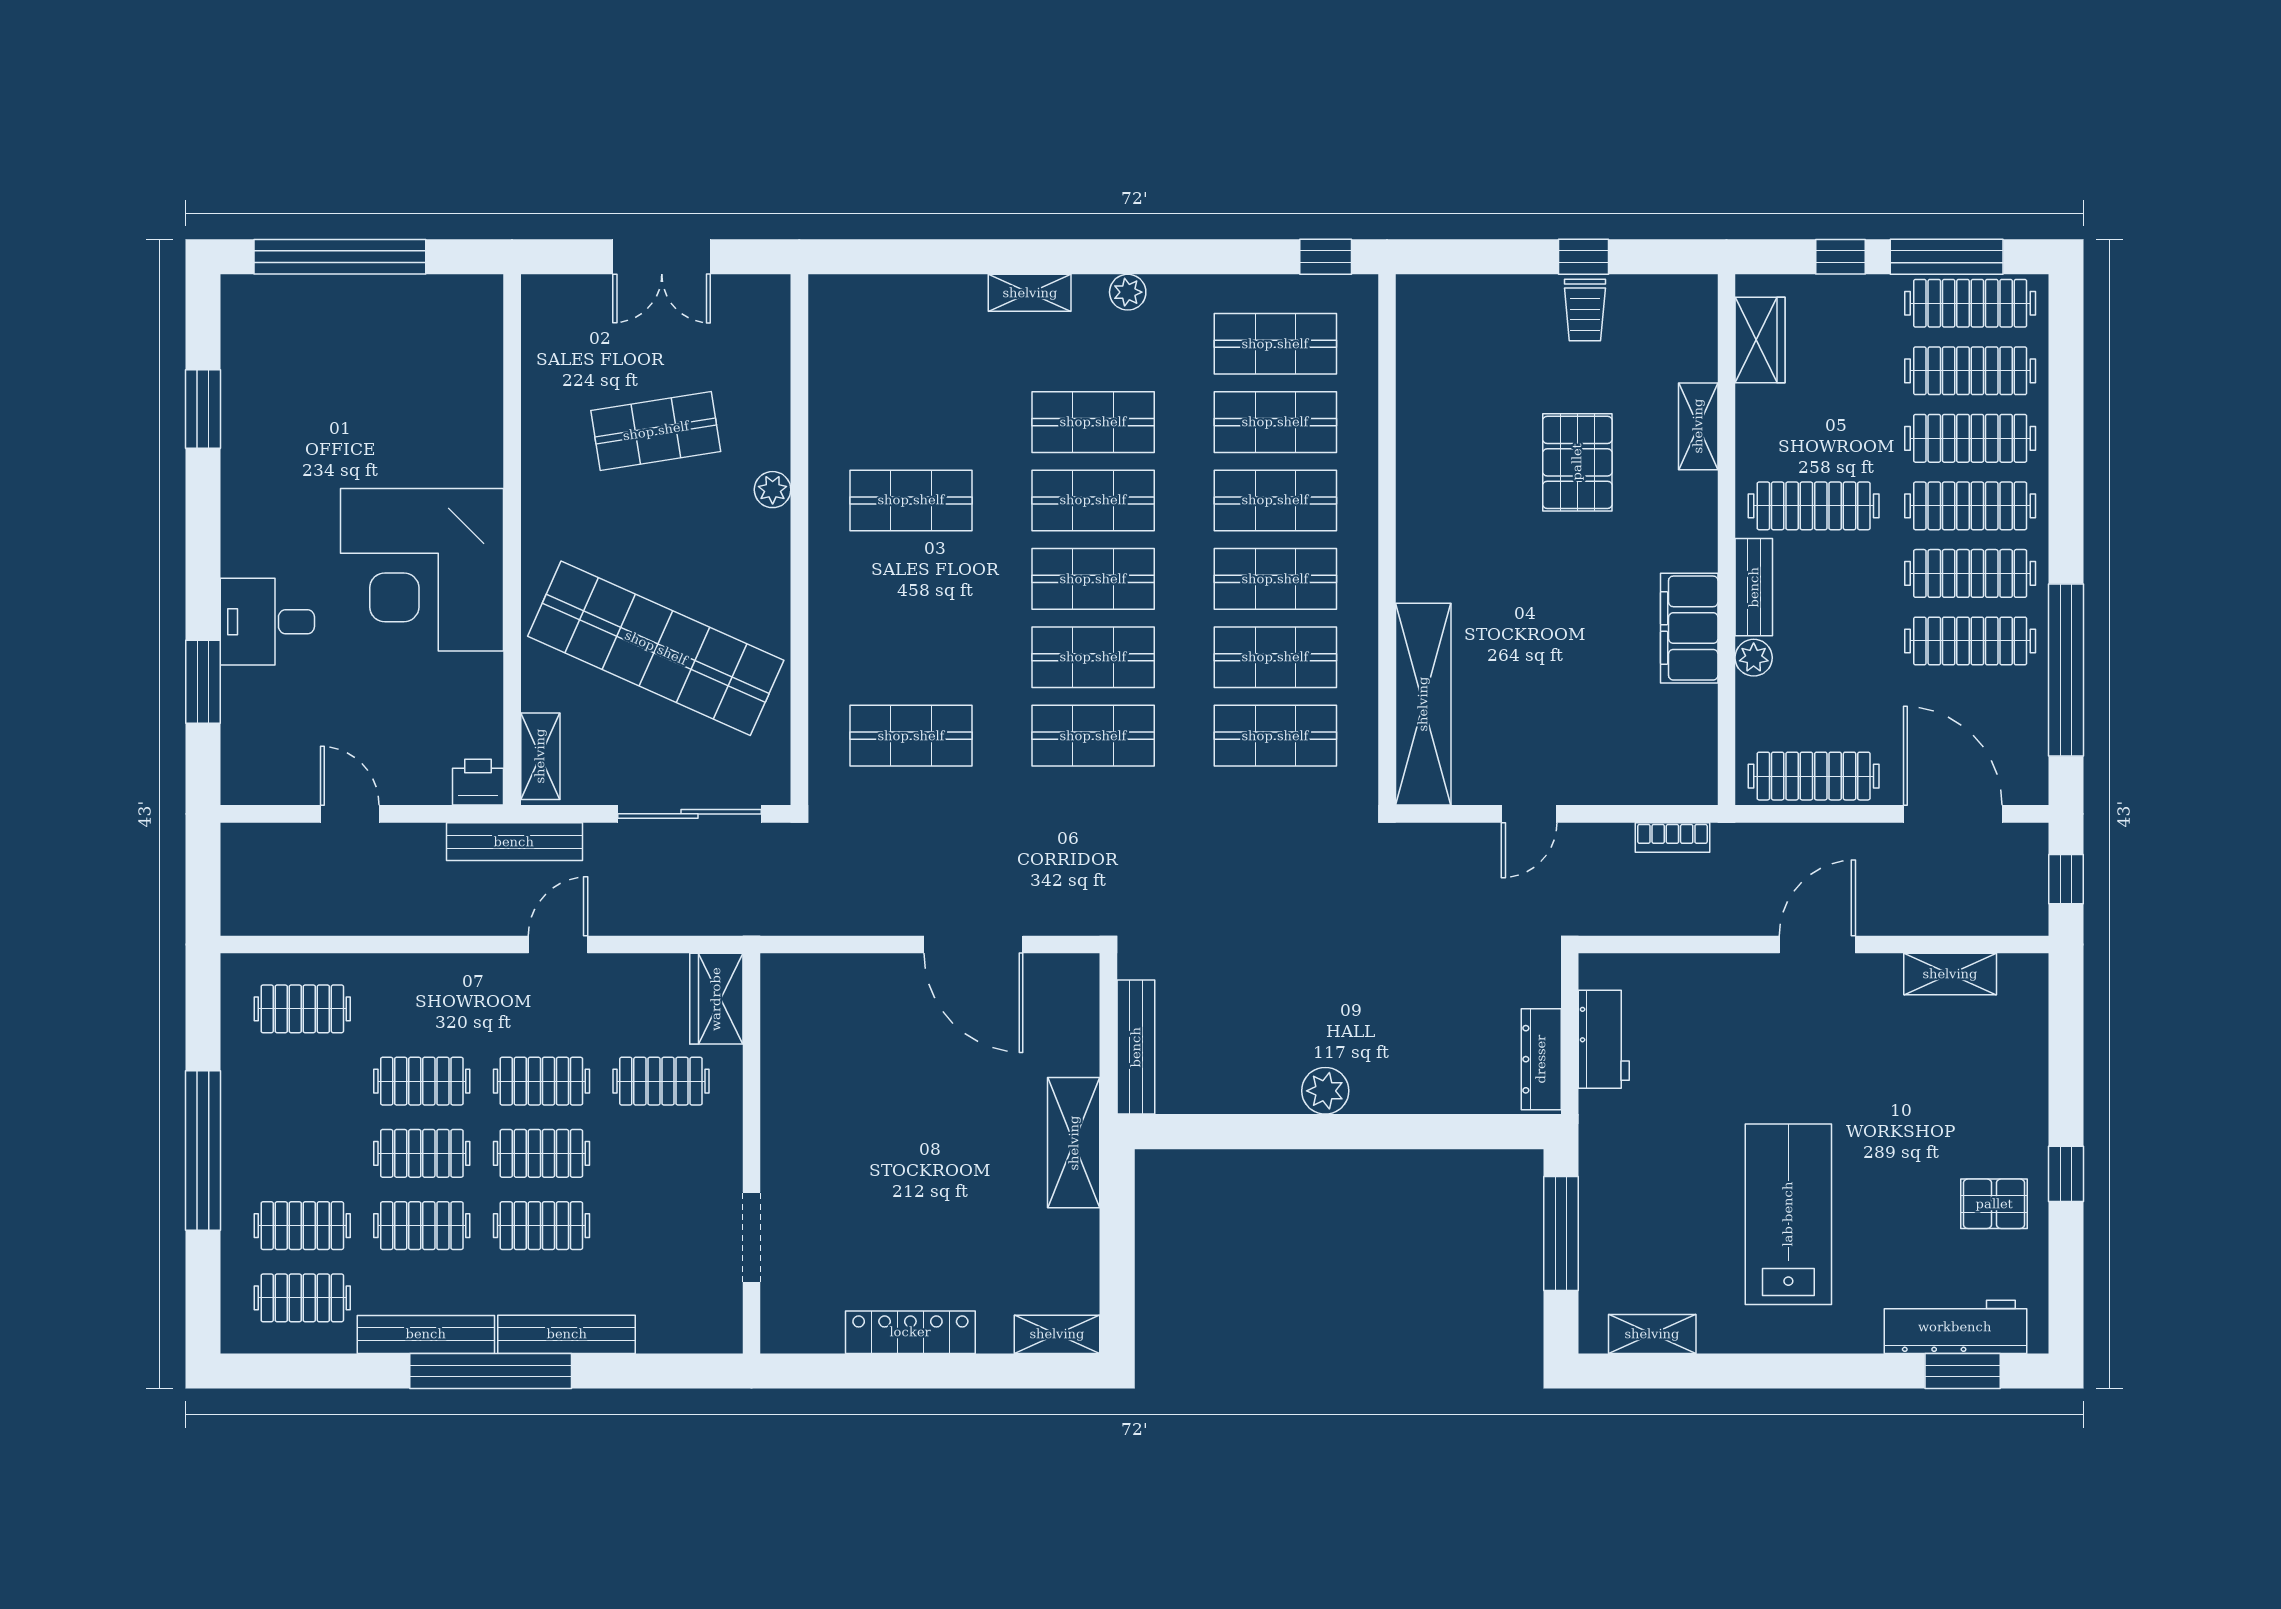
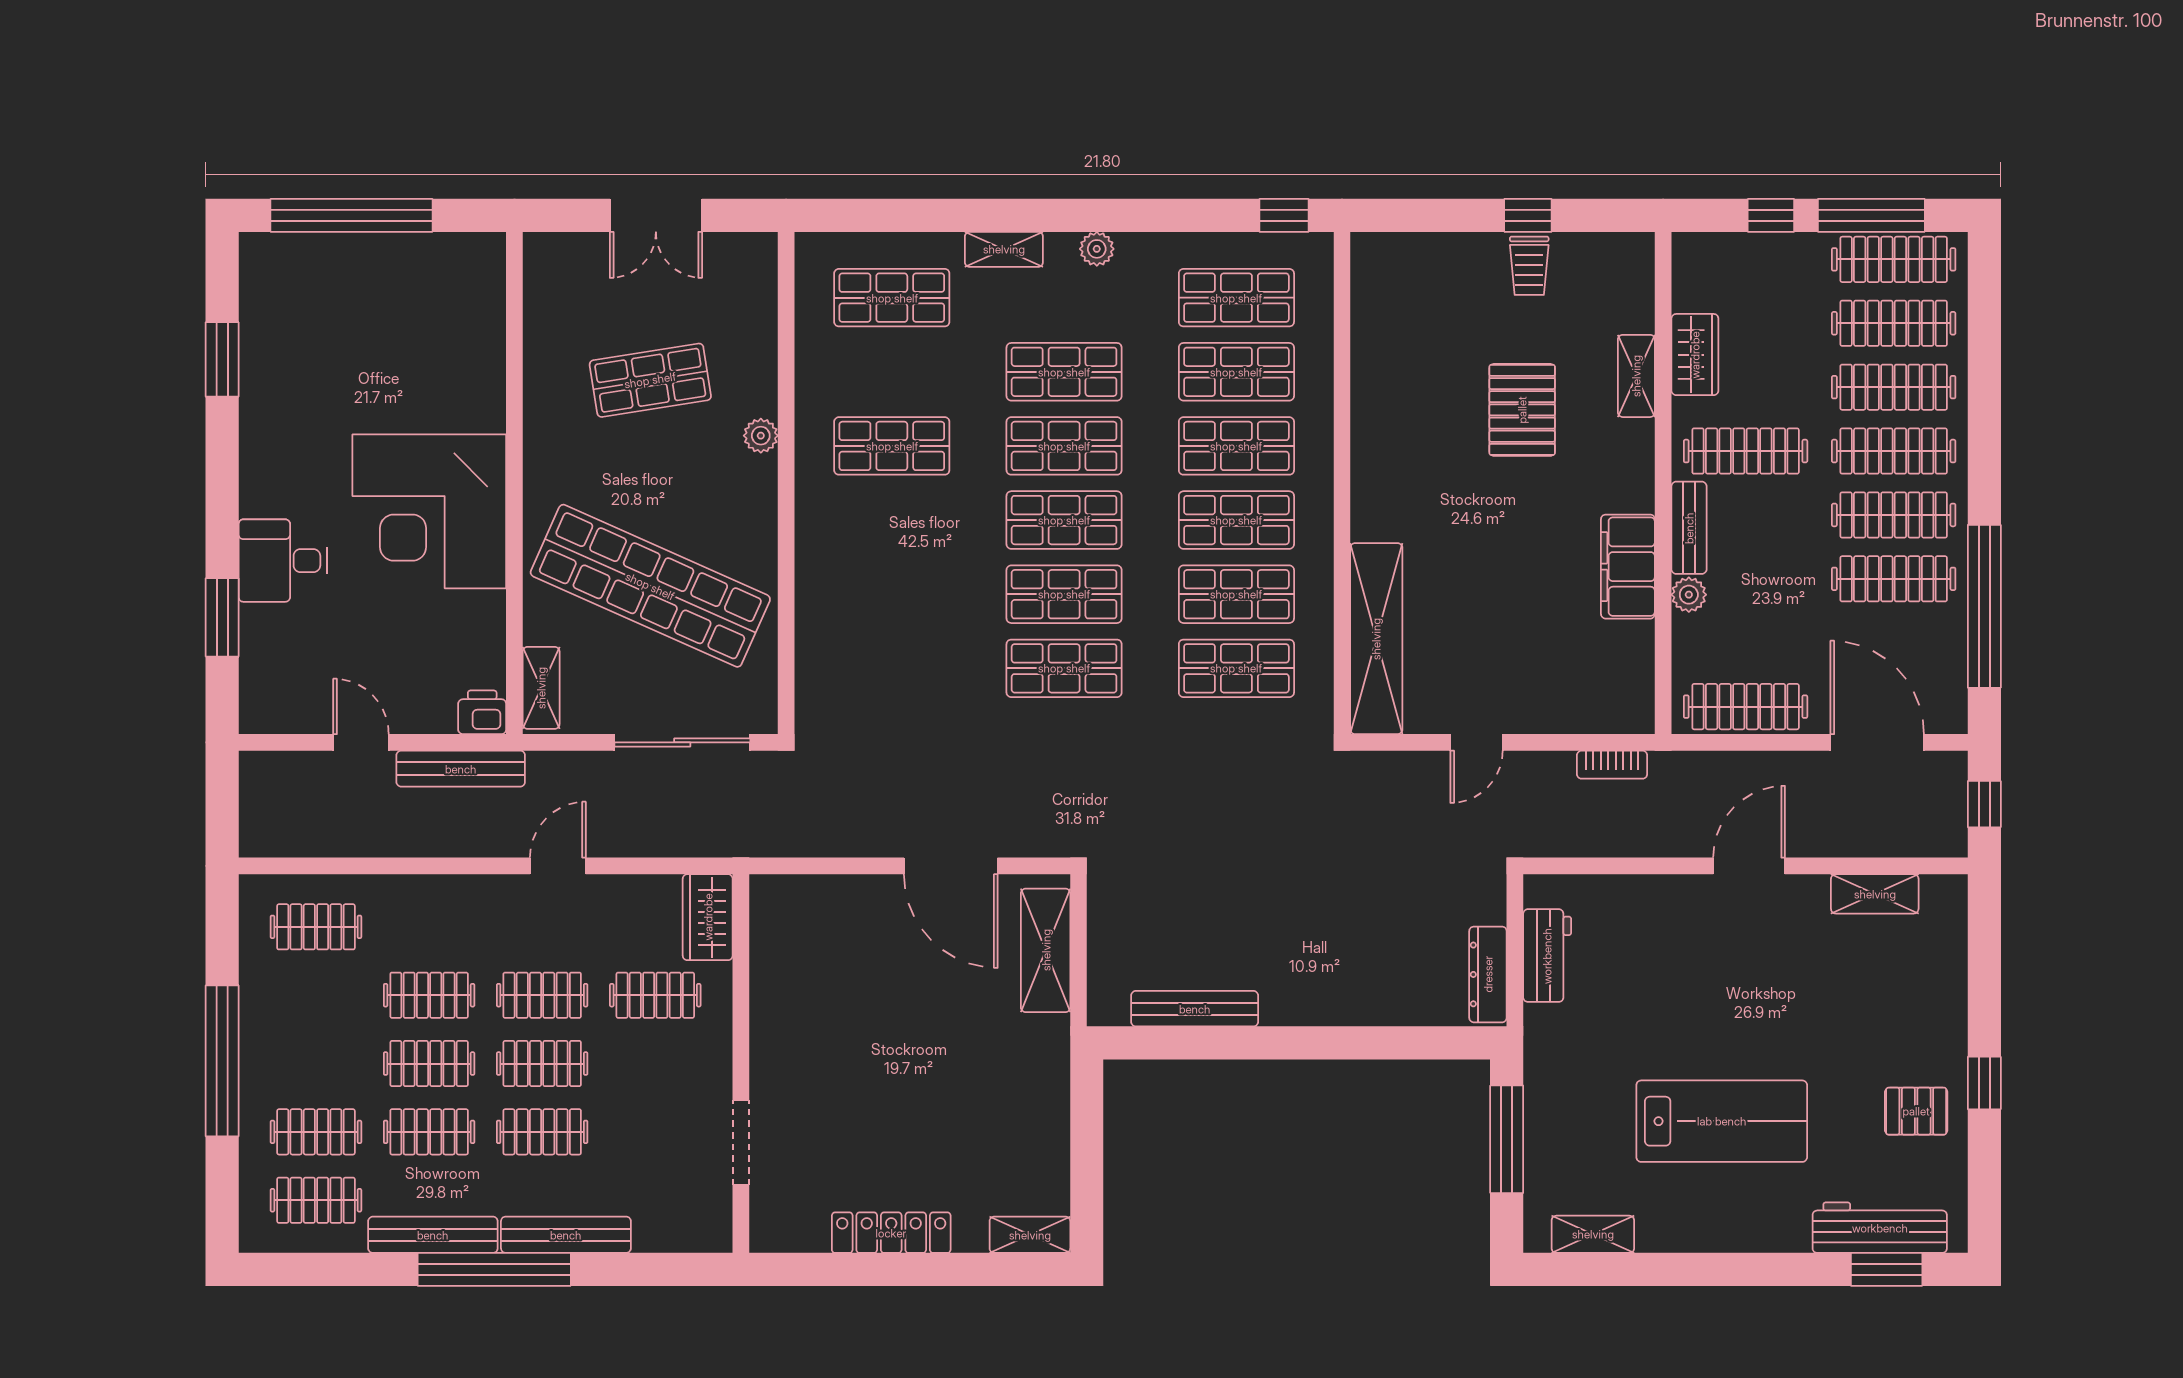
wardrobe: (1760, 340) -> (1695, 355), moved
shop shelf: (911, 736) -> (892, 298), moved
bench: (514, 842) -> (461, 769), moved
bench: (1136, 1047) -> (1195, 1009), moved, turned 90
plant: (1325, 1091) -> (1284, 1004), removed
shelving: (1074, 1143) -> (1046, 950), moved
lab bench: (1788, 1214) -> (1722, 1121), turned 90

